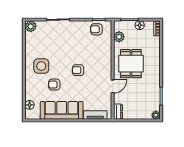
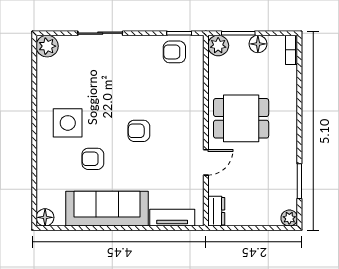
plant: (119, 37) -> (218, 46), moved
dining table: (131, 64) -> (241, 118), turned 90
floor lamp: (30, 105) -> (45, 217), moved

